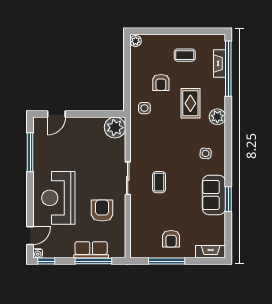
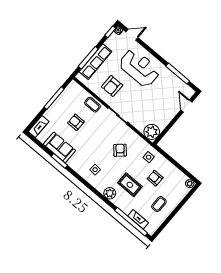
armchair: (163, 145) -> (120, 150), added
coffee table: (159, 182) -> (92, 105), moved
sofa: (214, 195) -> (60, 147), moved
armchair: (102, 211) -> (112, 86), turned 90
door: (30, 236) -> (132, 35), swing flipped
armchair: (171, 239) -> (76, 122), moved
row of seats: (91, 250) -> (95, 62), width x1.48

